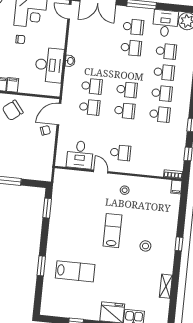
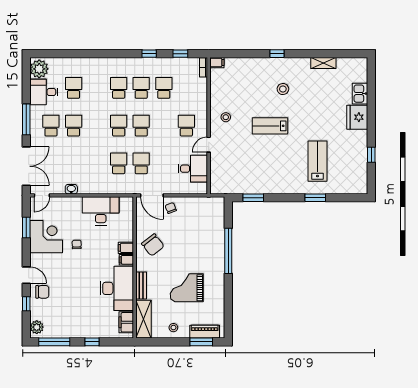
washbasin: (70, 61) -> (71, 189), moved
school desk: (164, 72) -> (164, 88), moved

